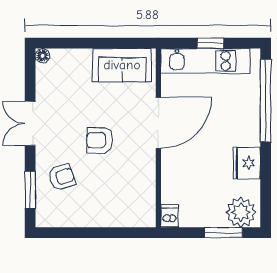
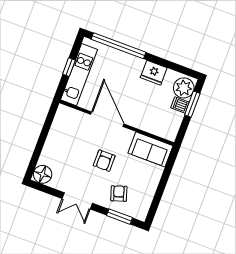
floor lamp: (42, 56) -> (43, 174), width x1.89, depth x1.89
sofa: (122, 65) -> (150, 149), moved, turned 90
dishwasher: (170, 216) -> (180, 105), moved

